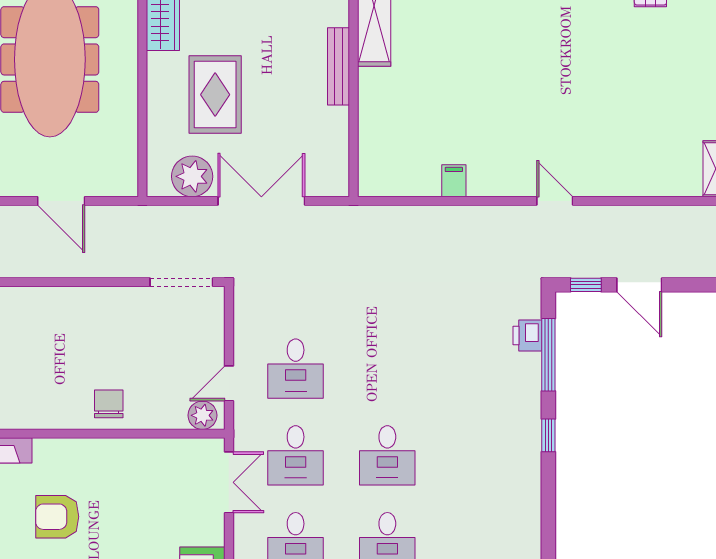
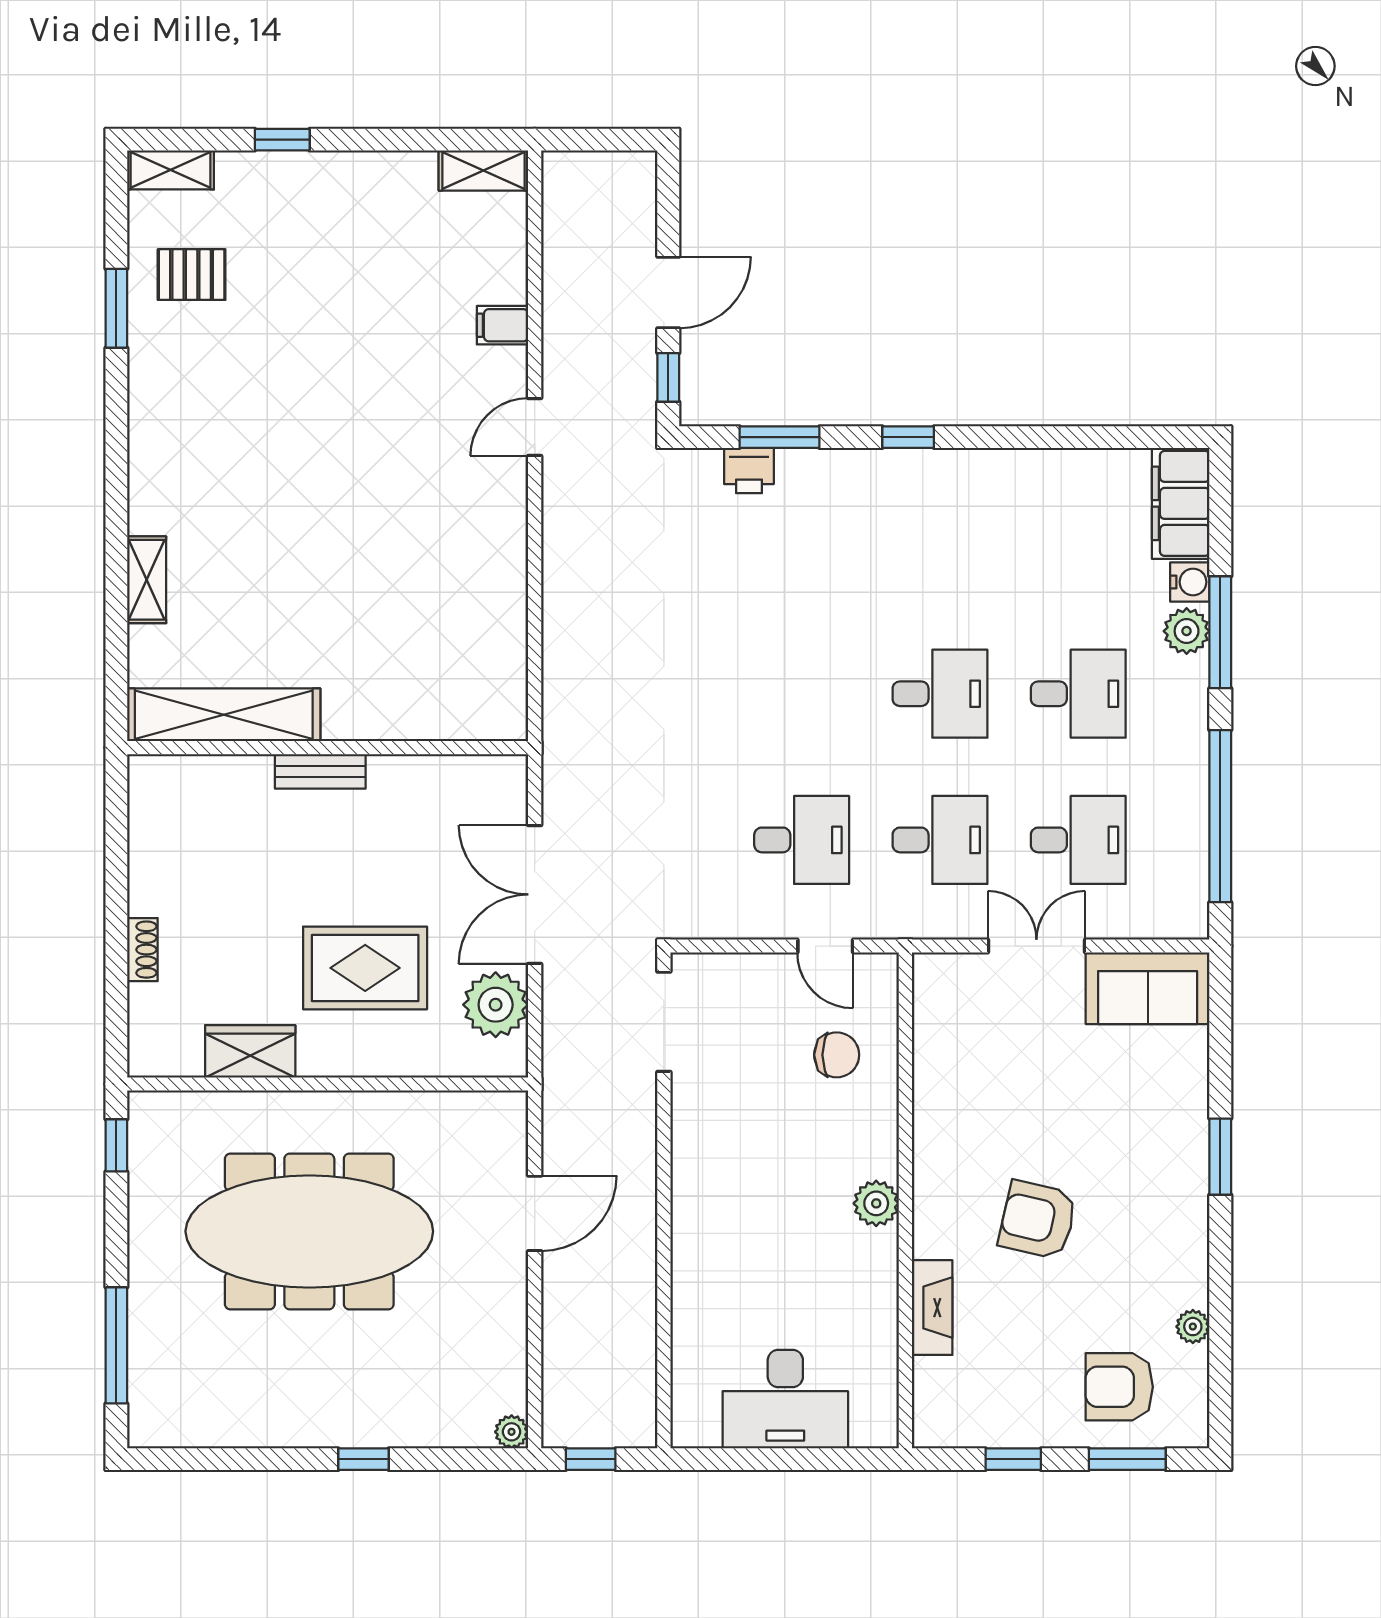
bench: (339, 66) -> (320, 771), width x0.73
filing cabinet: (454, 181) -> (502, 325), moved
window: (548, 355) -> (780, 437), width x0.69
chair: (109, 404) -> (837, 1055), moved, turned 180
plant: (202, 415) -> (876, 1203), moved
double door: (229, 482) -> (1036, 946), moved
armchair: (57, 517) -> (1038, 1220), turned 103

